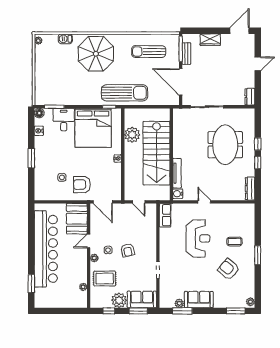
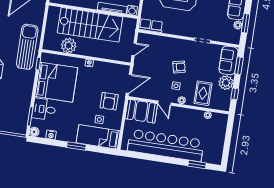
bed: (44, 179) -> (98, 137), added

